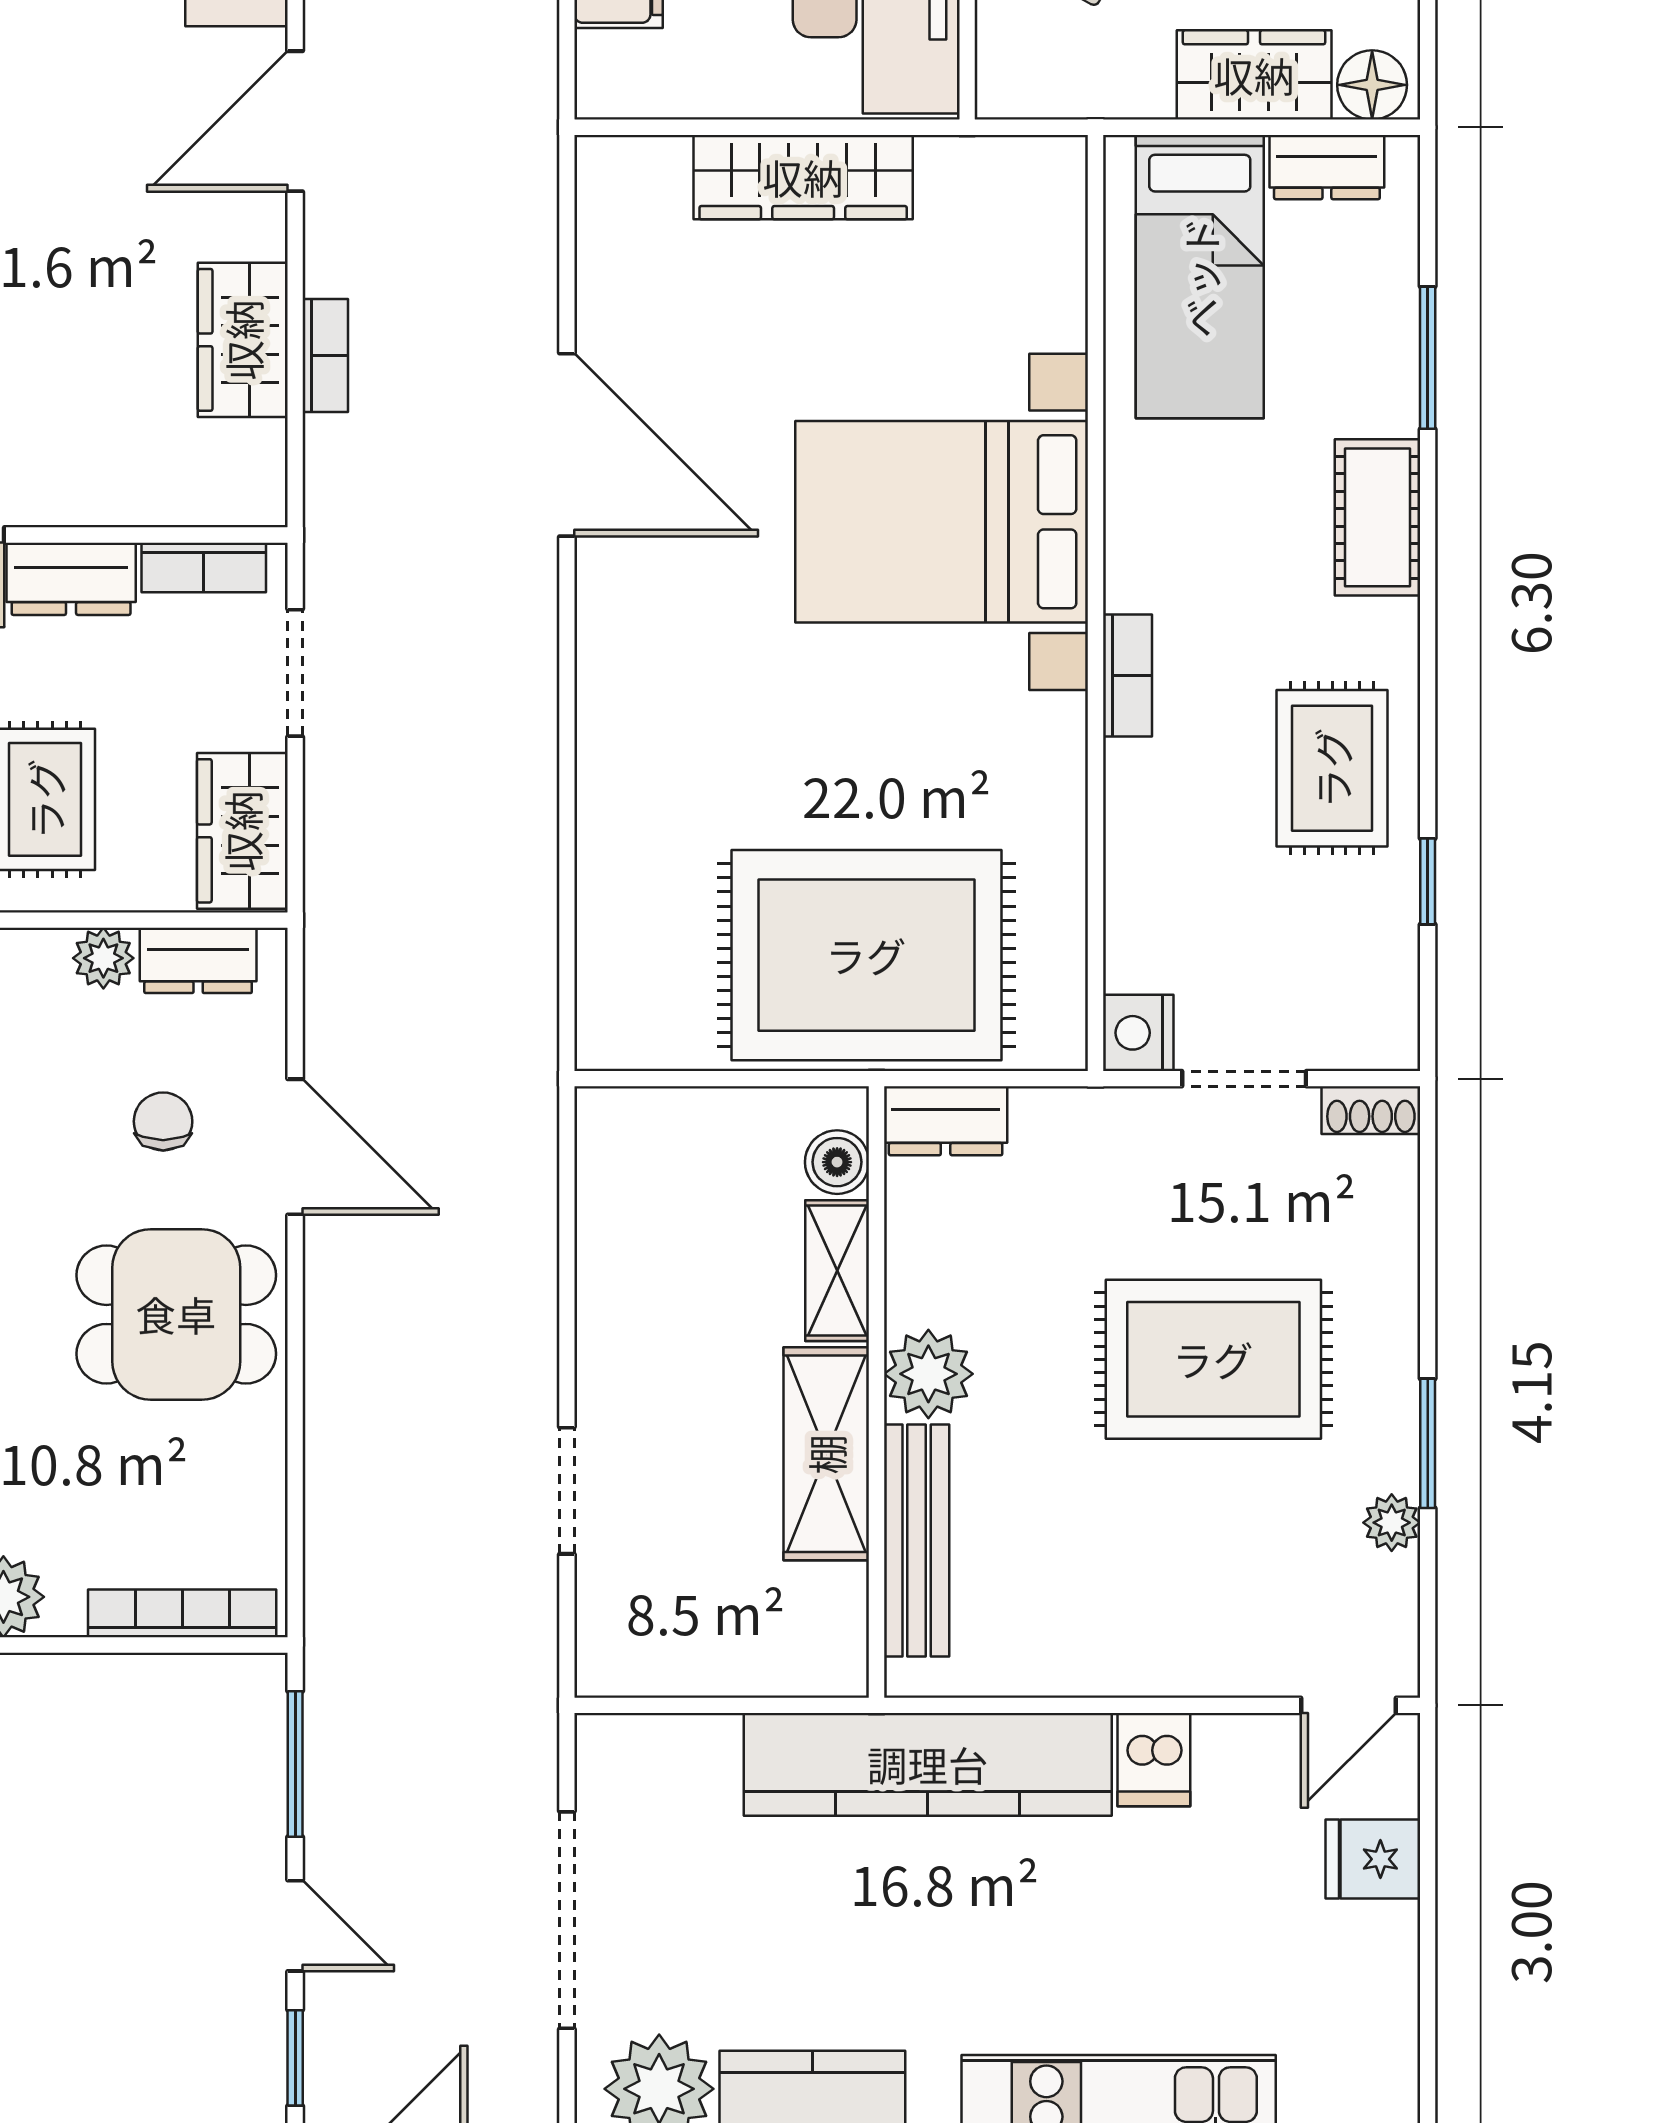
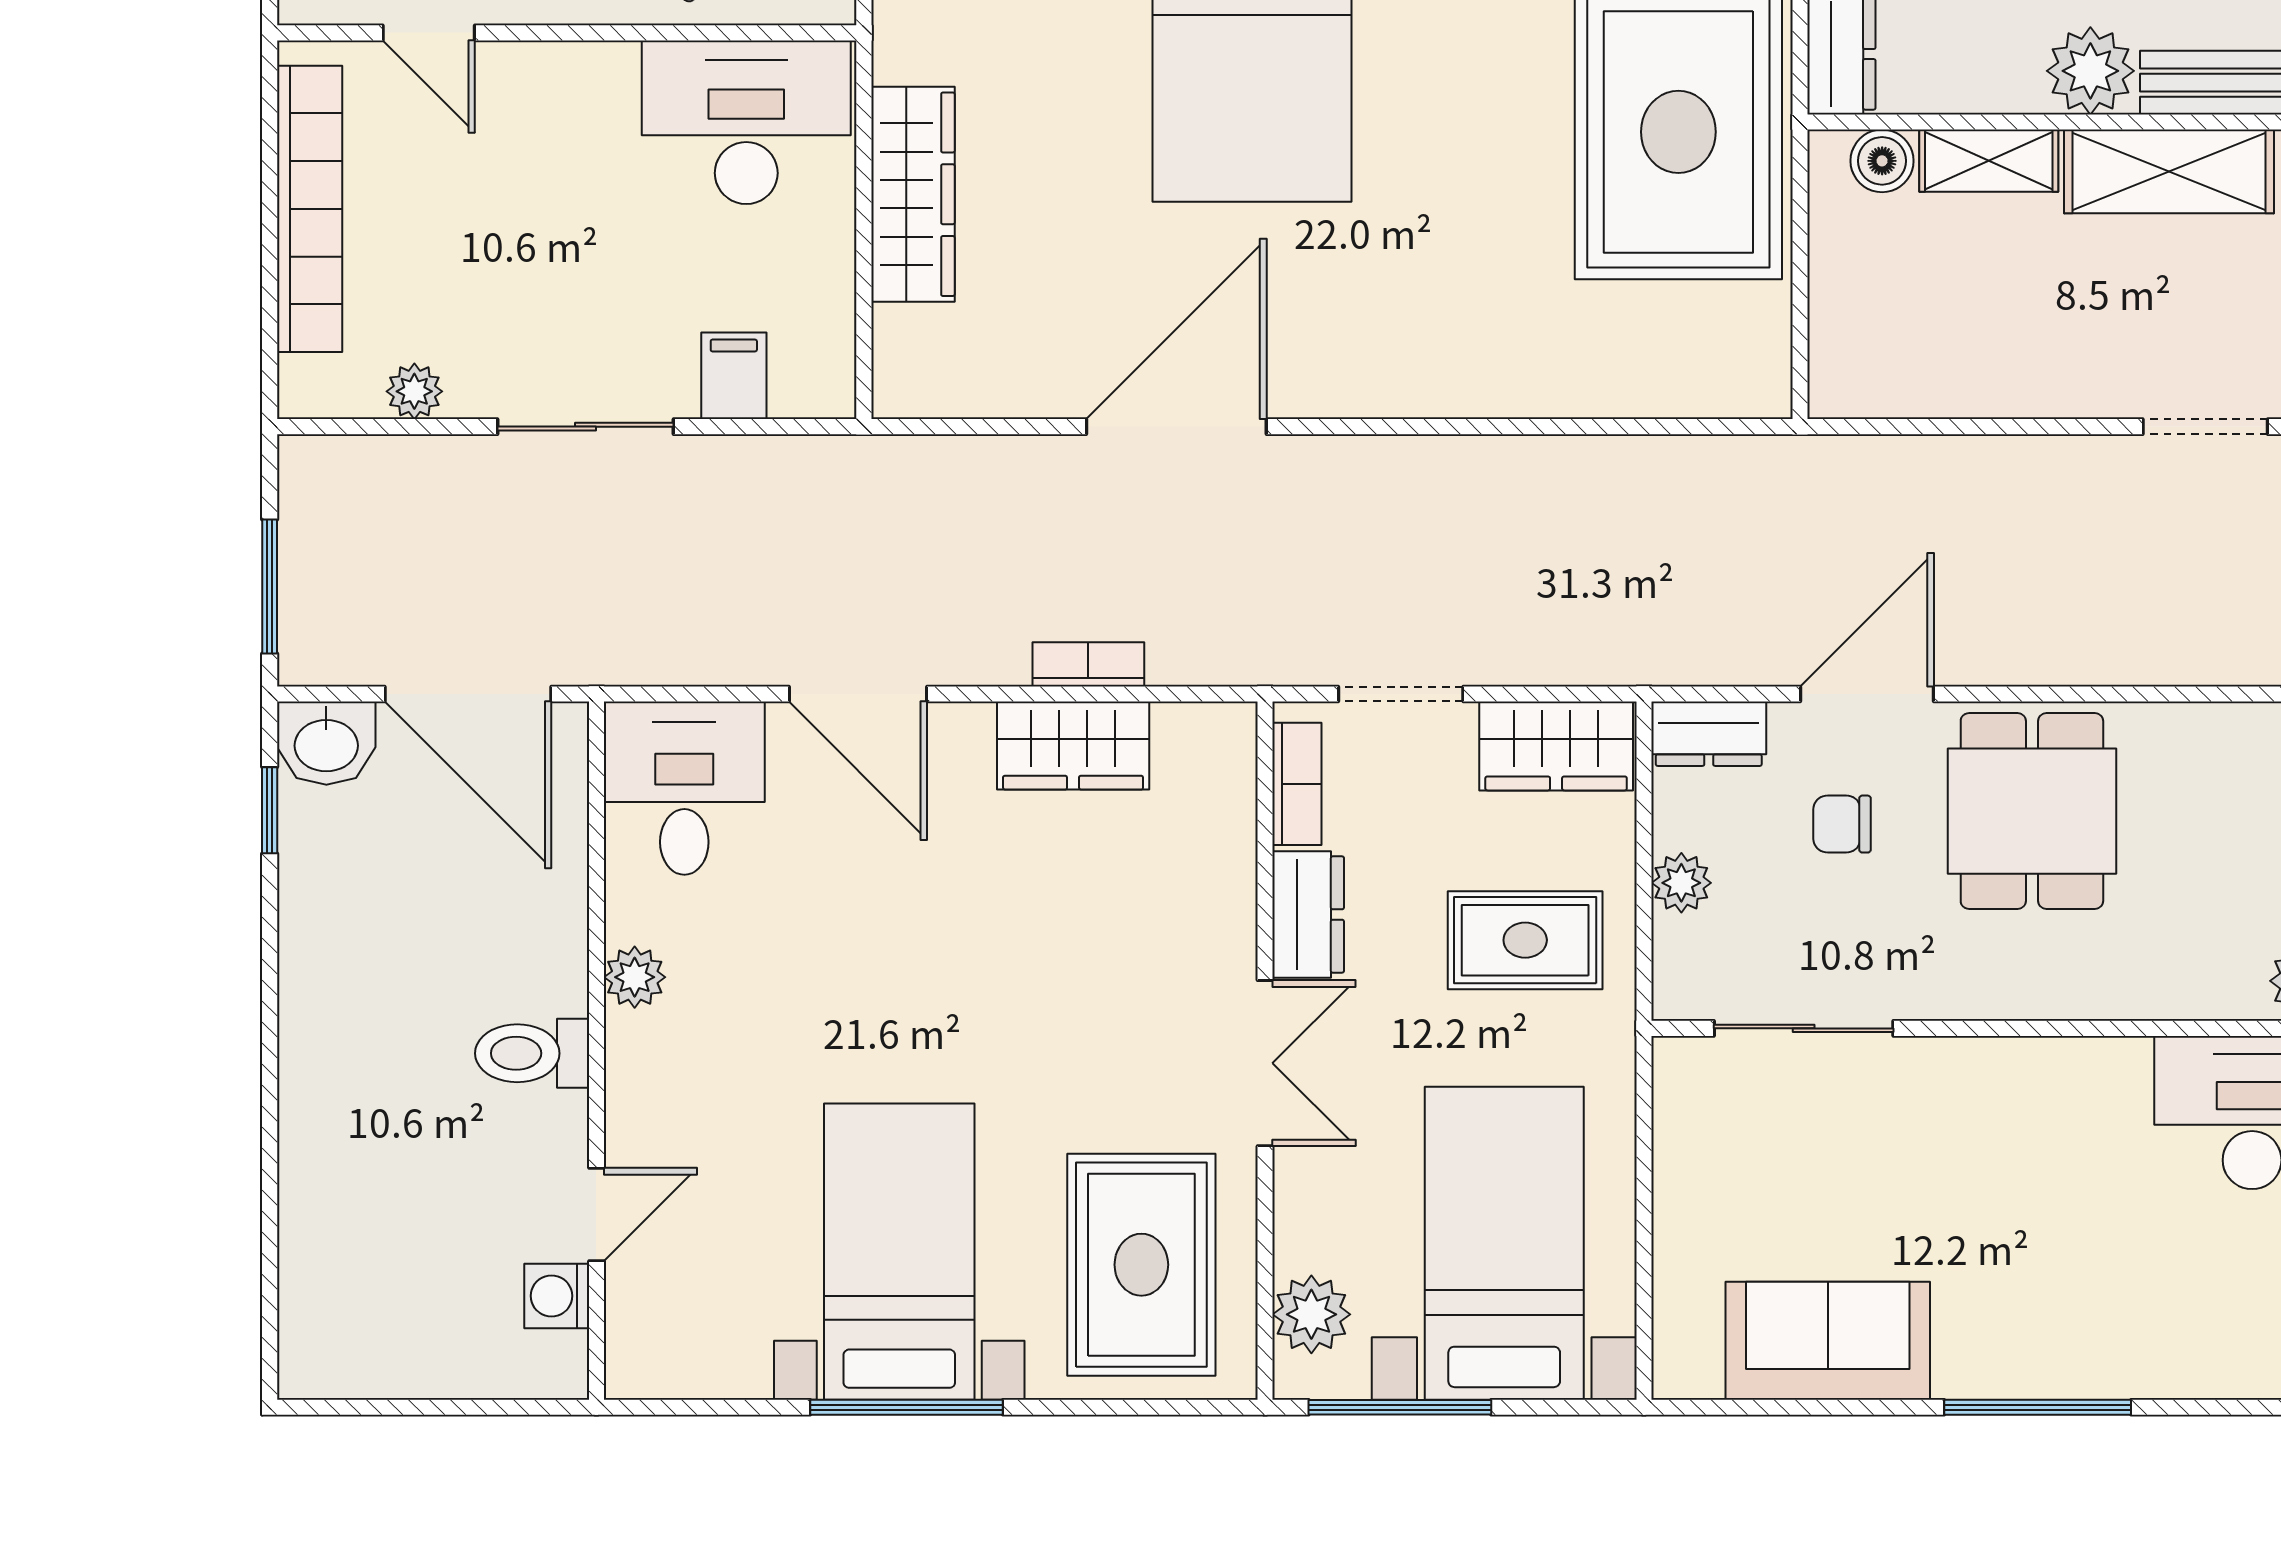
dresser: (198, 960) -> (1709, 734), moved, turned 90

